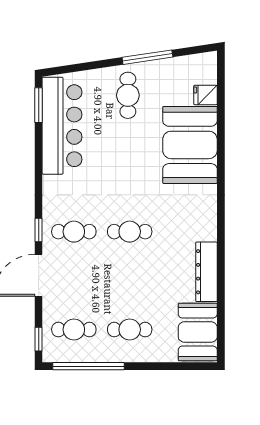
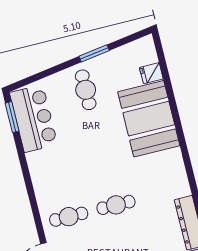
window: (147, 57) -> (94, 53), width x0.69
bar counter: (62, 126) -> (34, 118), width x0.73
window: (39, 230) -> (38, 223), removed

